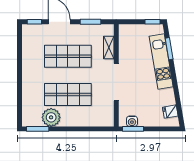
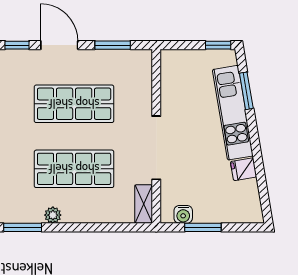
shelving: (109, 48) -> (144, 204), moved
fridge: (170, 112) -> (244, 169), moved
plant: (51, 117) -> (53, 215), width x0.53, depth x0.53
window: (133, 129) -> (203, 227), moved

